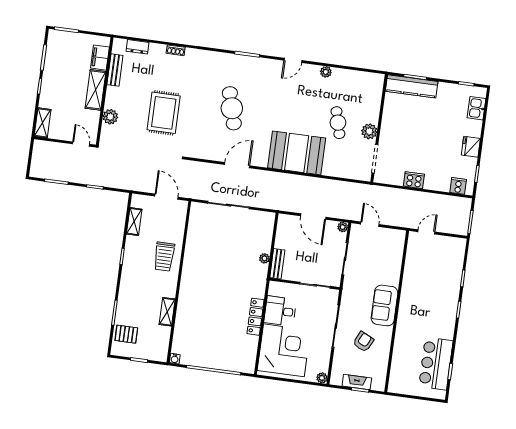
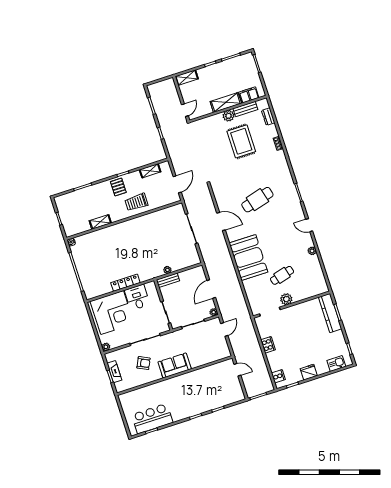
rug: (164, 113) -> (241, 141), moved, turned 90
plant: (110, 117) -> (229, 116), moved
pallet: (126, 334) -> (118, 187), moved

